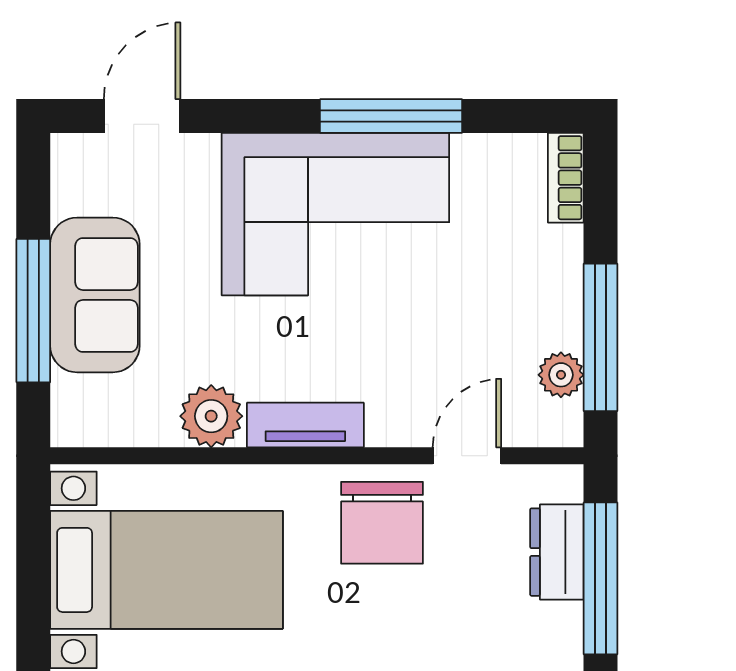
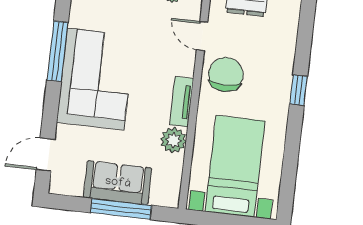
door: (142, 116) -> (46, 155), hinge flipped
chair: (382, 523) -> (226, 75), turned -90

